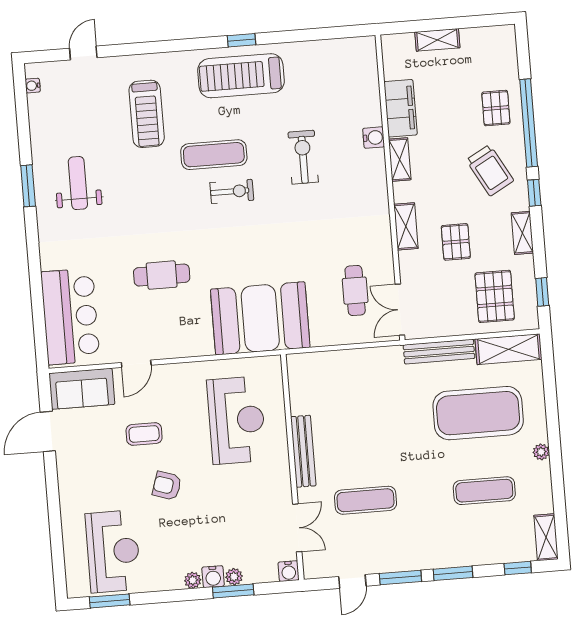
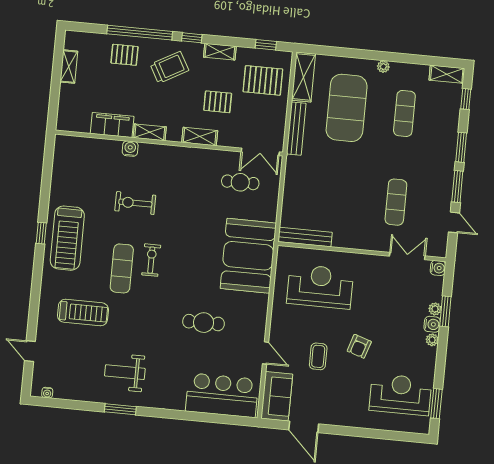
shelving: (437, 40) -> (69, 67), moved
cafe table: (162, 275) -> (204, 323), turned 90
bench: (303, 451) -> (305, 237), moved

